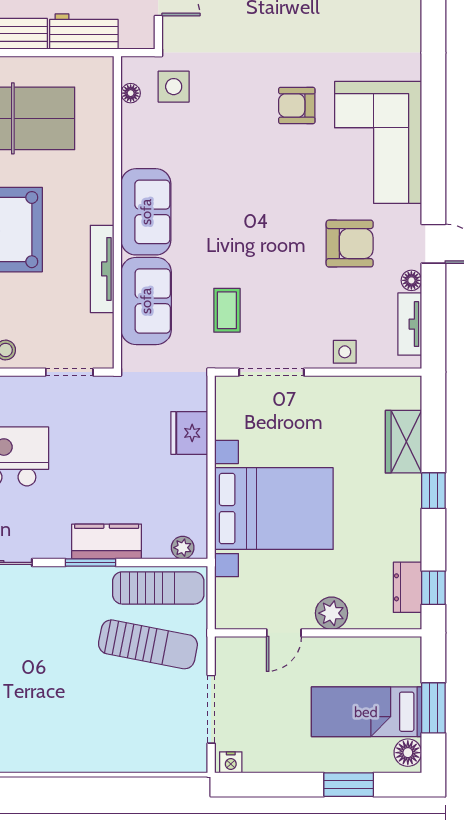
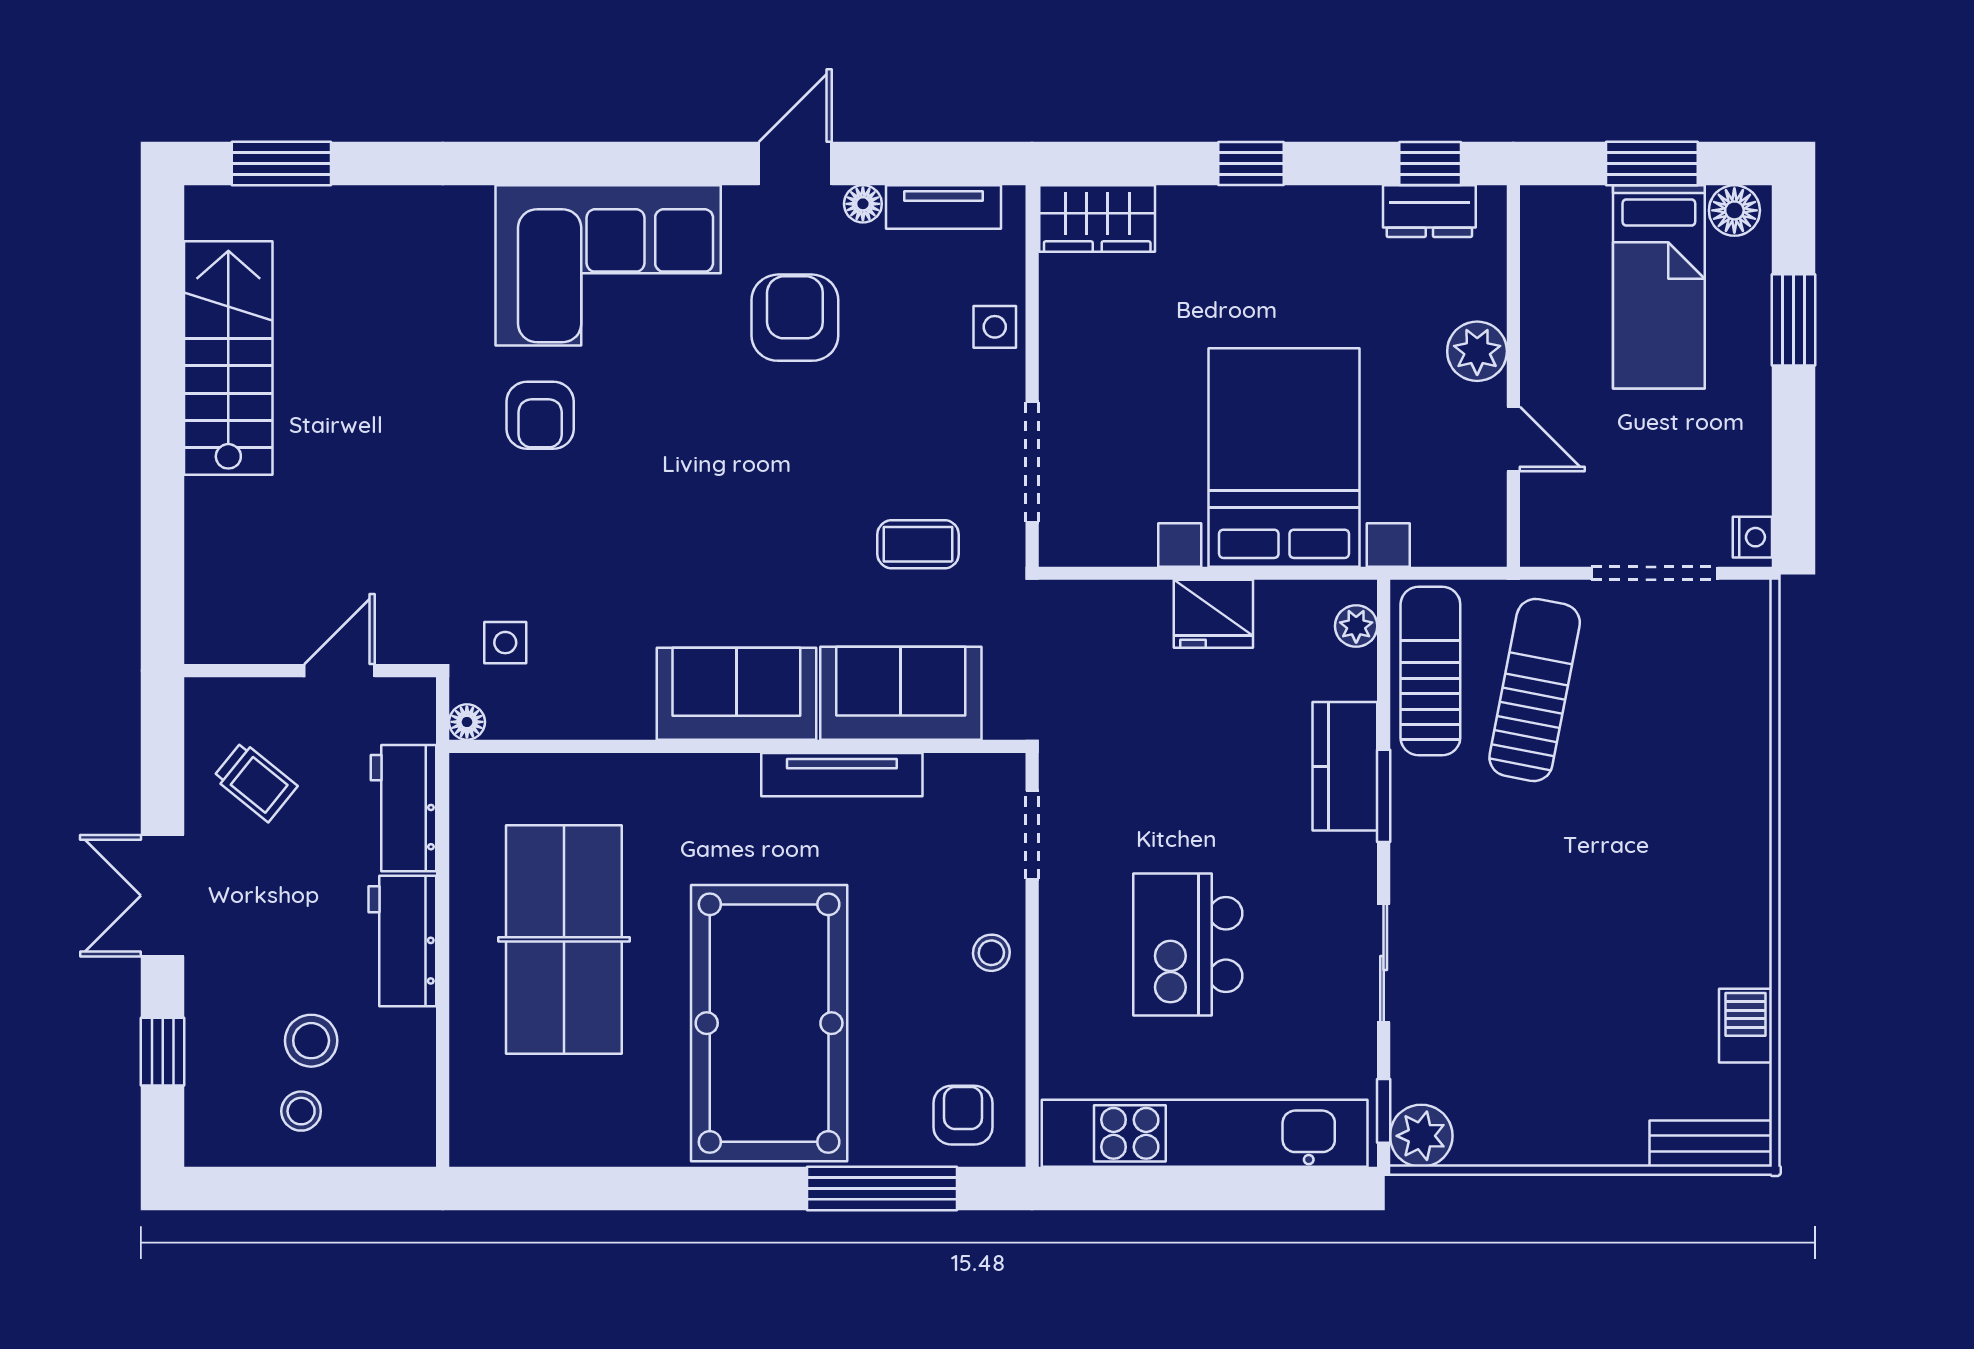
side table: (174, 87) -> (505, 643), width x0.73, depth x0.73
floor lamp: (131, 93) -> (467, 722), moved
fridge: (189, 433) -> (1213, 614), moved
wardrobe: (403, 442) -> (1097, 218), moved

